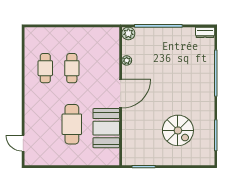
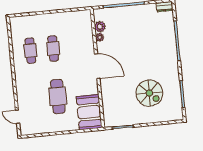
plant: (128, 33) -> (100, 27), moved
door: (121, 94) -> (97, 66), hinge flipped
booth: (106, 128) -> (89, 112), moved

